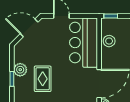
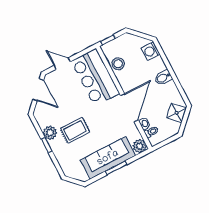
door: (29, 28) -> (38, 90), swing flipped
rug: (43, 79) -> (75, 130), turned 90

